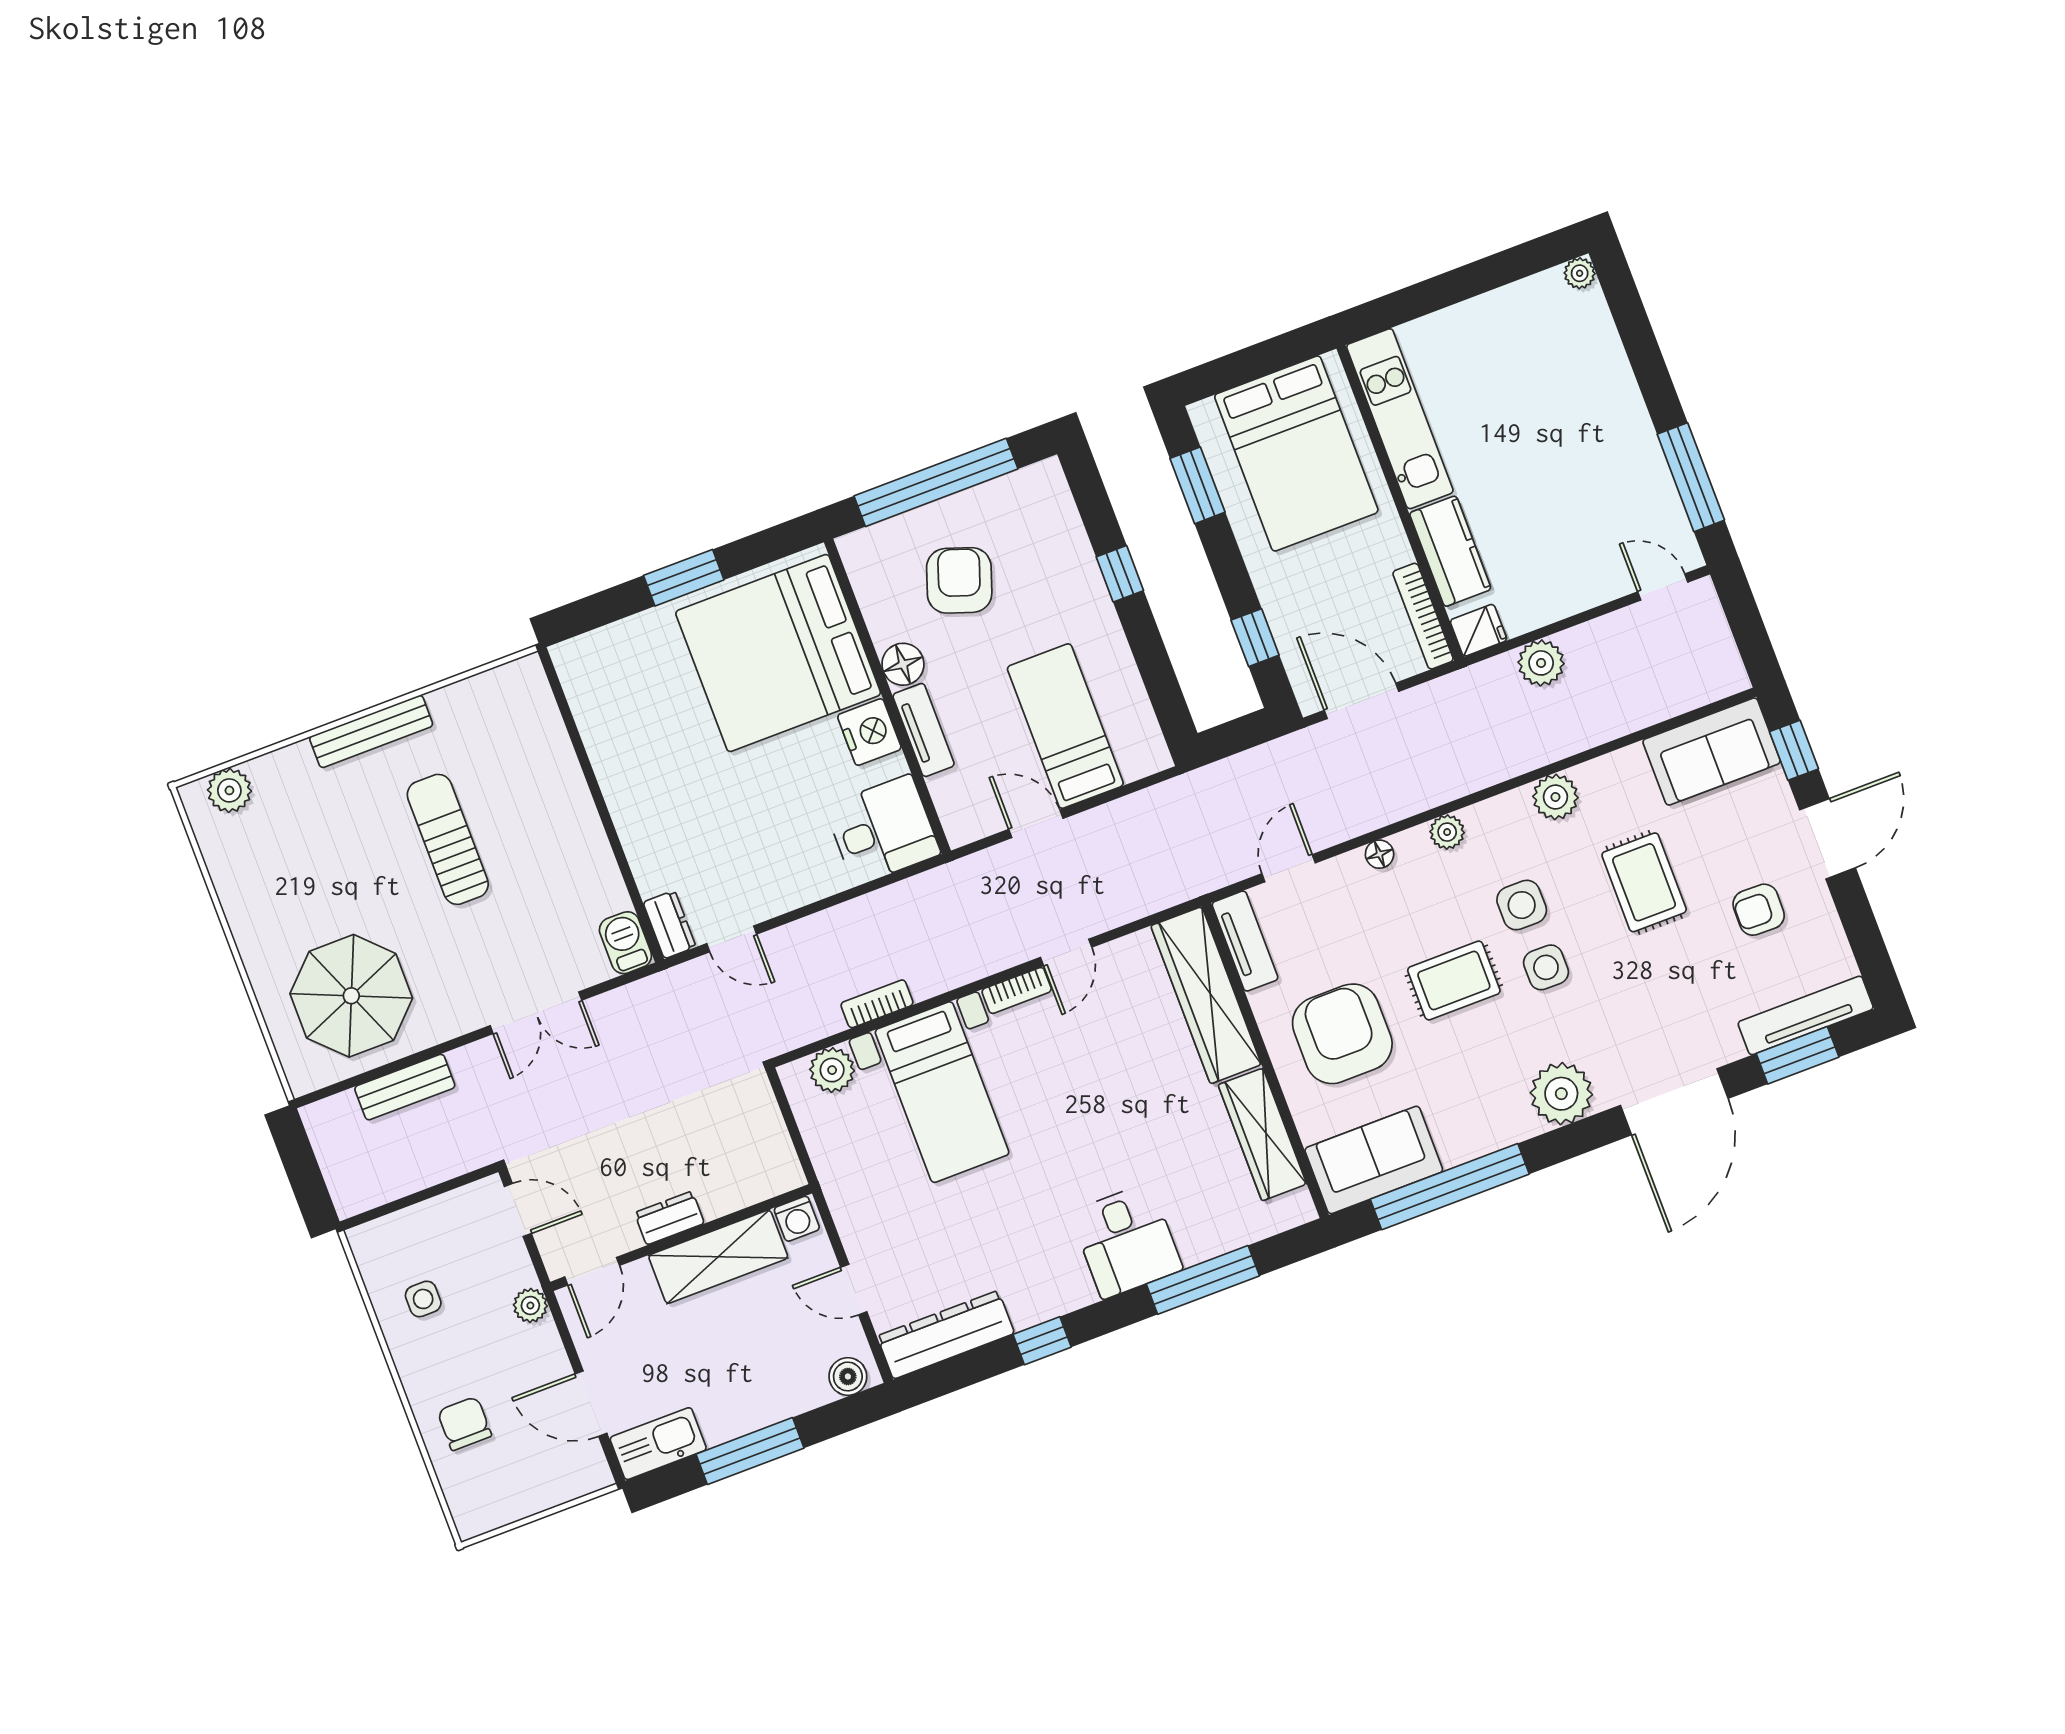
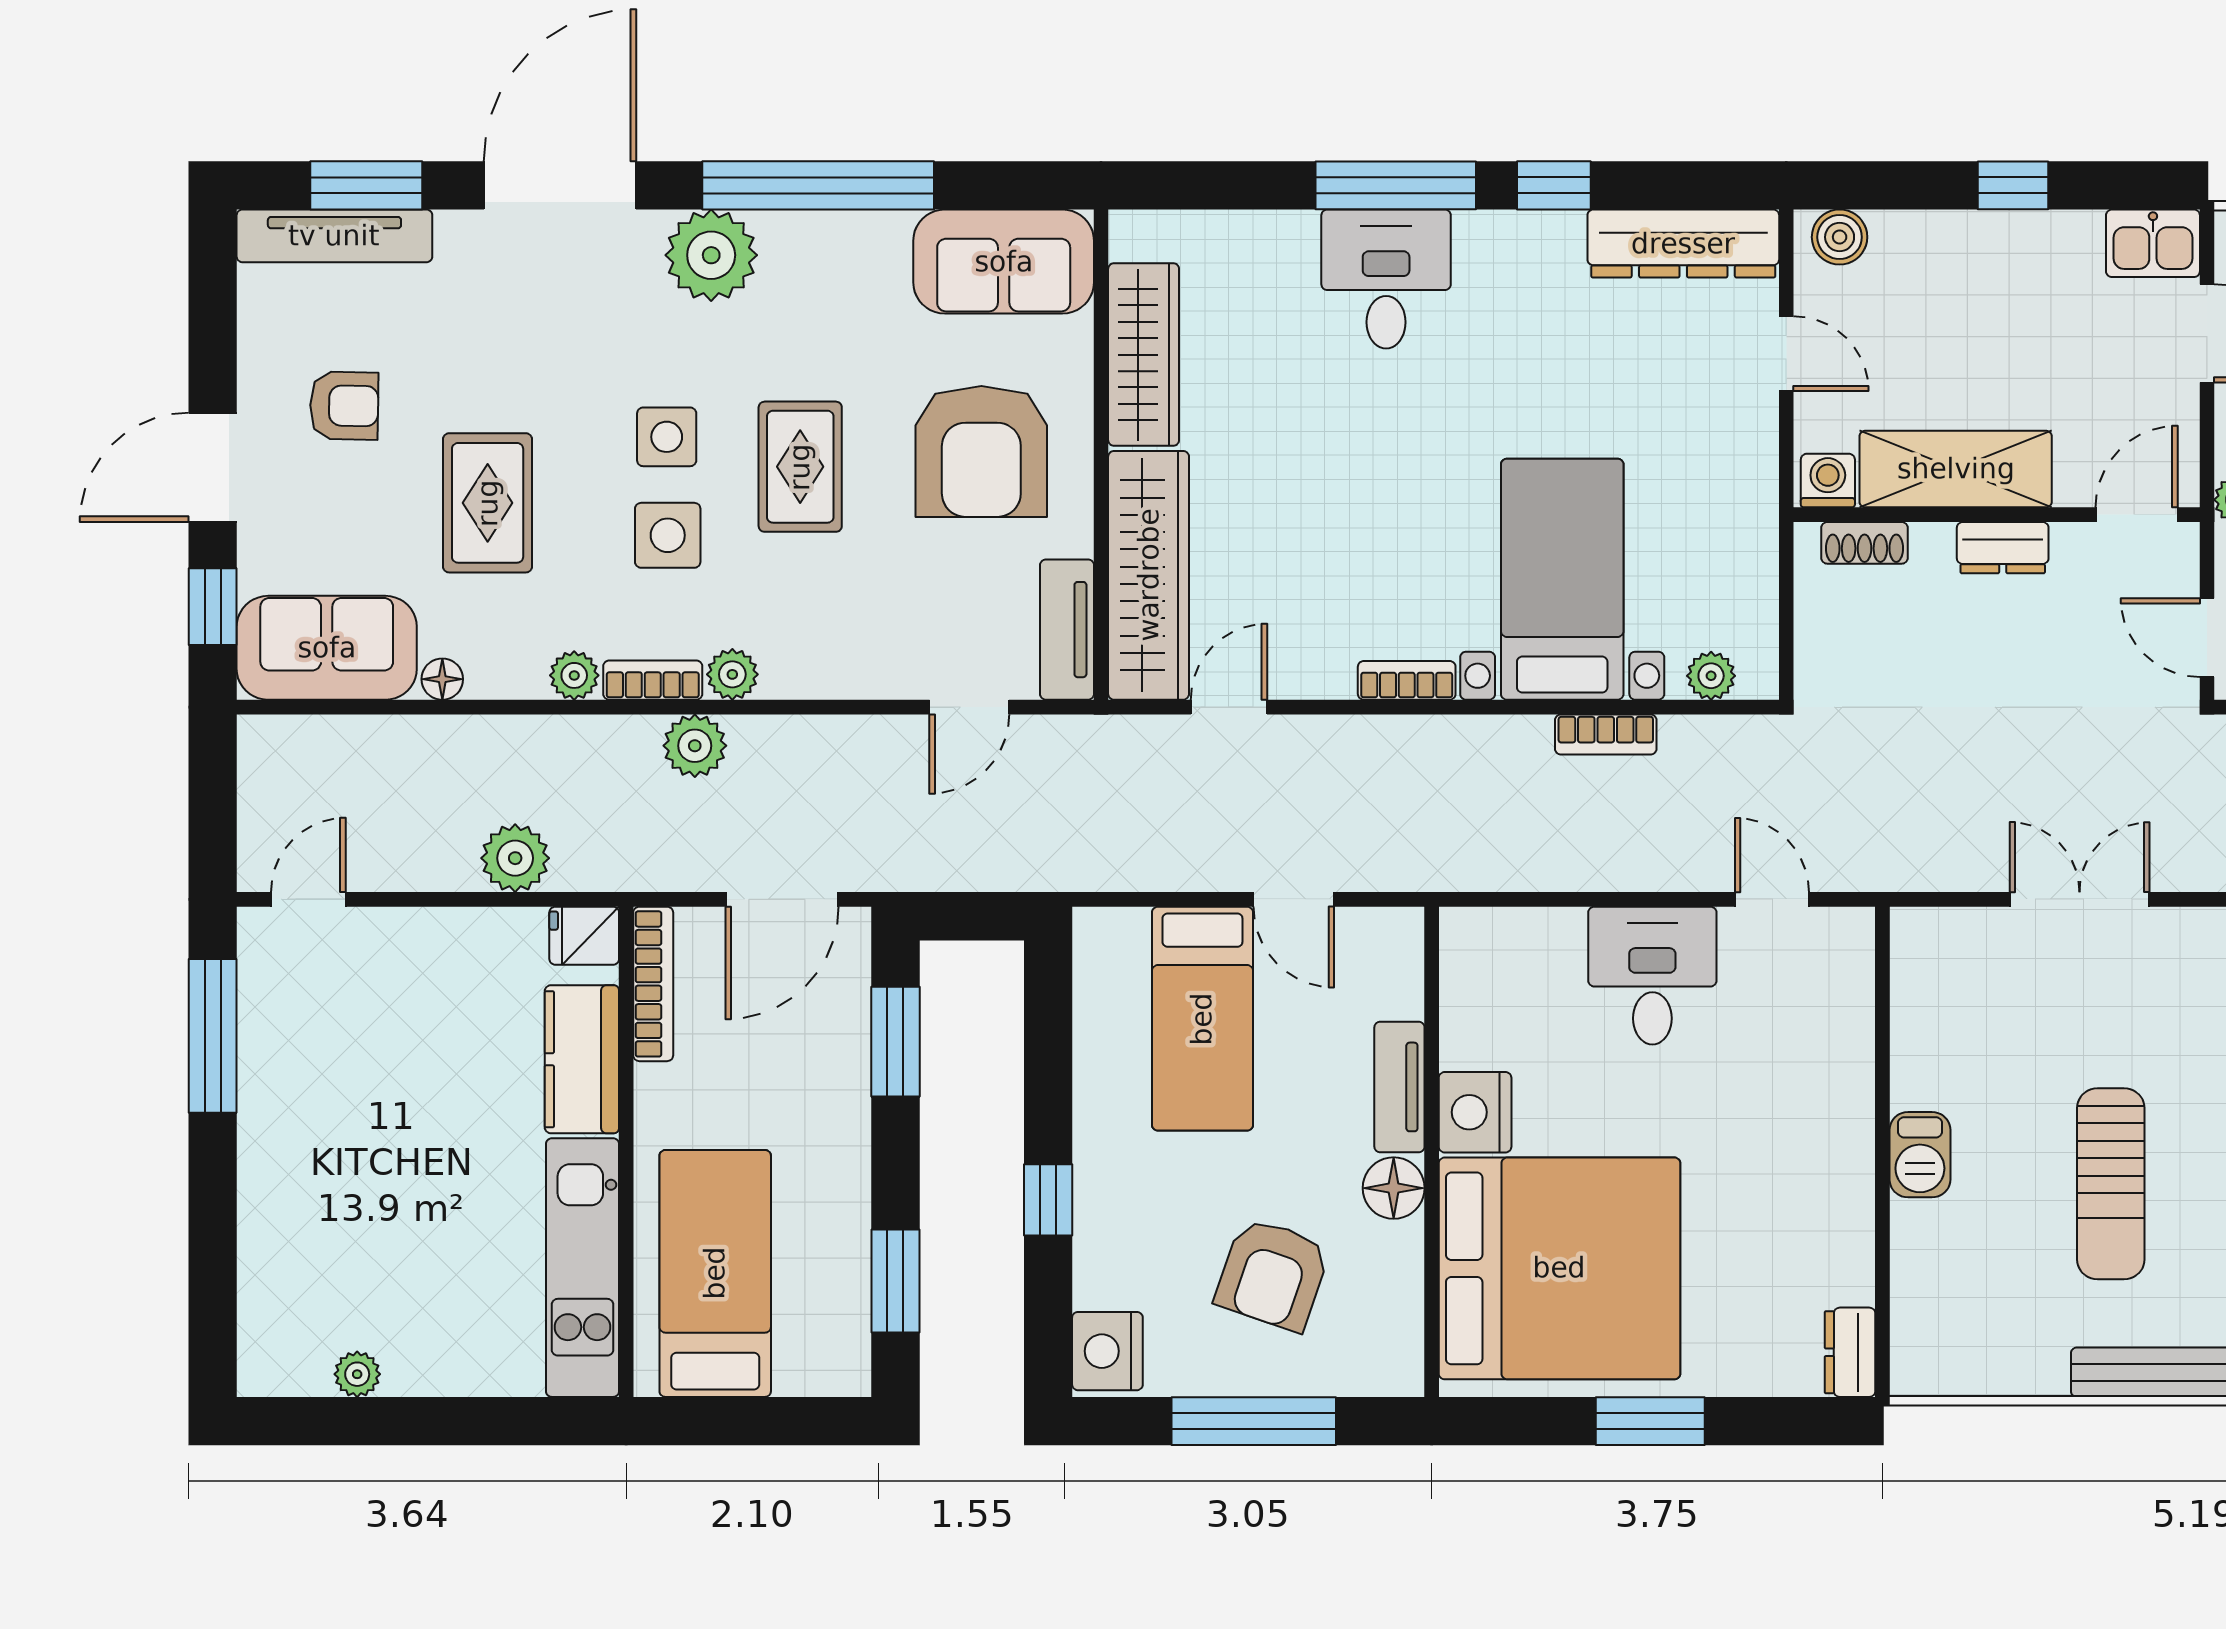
plant: (1580, 273) -> (357, 1374), moved
bed: (1296, 454) -> (715, 1273), width x0.67
window: (936, 482) -> (1254, 1421), width x0.68
nightstand: (1046, 492) -> (1107, 1351), added
door: (1663, 587) -> (308, 899), swing flipped
window: (1255, 638) -> (895, 1042), width x1.50
door: (1361, 701) -> (782, 899), hinge flipped
plant: (1454, 778) -> (695, 746), added
plant: (1555, 797) -> (574, 675), width x0.73, depth x0.73
bookcase: (1496, 809) -> (653, 680), added
desk: (883, 830) -> (1652, 976), moved, turned 90
floor lamp: (1380, 854) -> (442, 679), moved
dresser: (669, 925) -> (1850, 1352), moved
barbecue: (625, 943) -> (1920, 1155), moved
door: (1066, 952) -> (1229, 707), moved
rug: (1454, 981) -> (800, 467), turned 90
plant: (832, 1070) -> (1711, 676), width x0.73, depth x0.73
window: (1450, 1187) -> (818, 185), moved
shoe rack: (758, 1188) -> (1864, 543), added
window: (1203, 1280) -> (1396, 185), moved
kitchen sink: (658, 1444) -> (2153, 243), width x0.73
window: (750, 1451) -> (2013, 185), width x0.46

